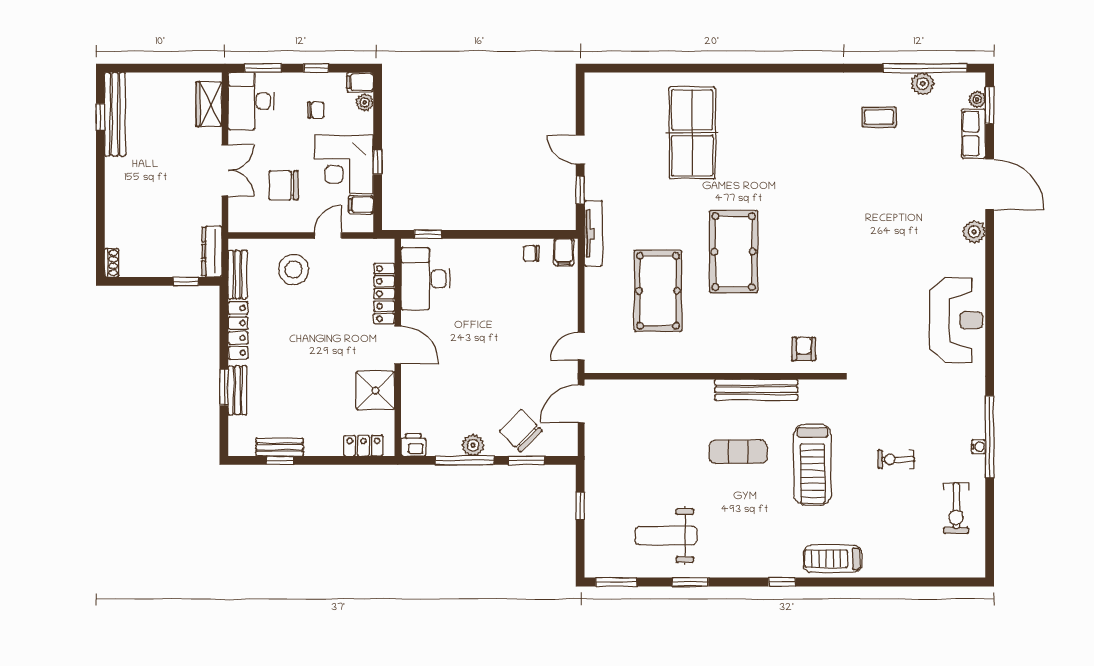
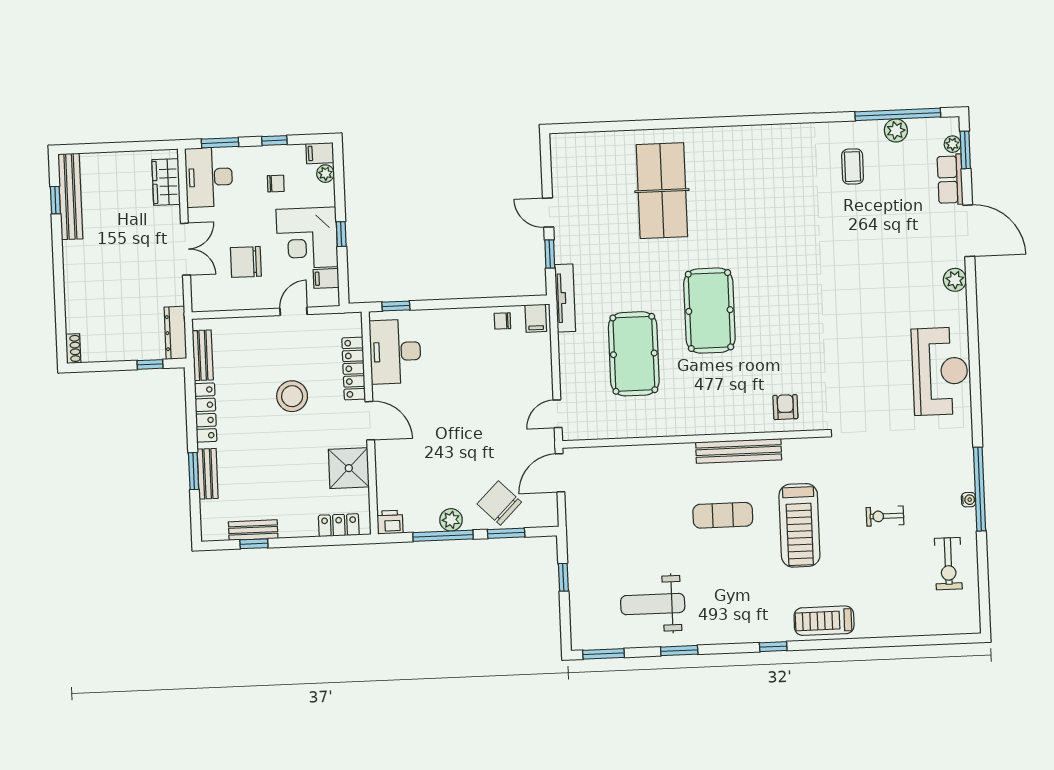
coffee table: (879, 117) -> (853, 167), turned 90
stool: (294, 270) -> (292, 396), moved

